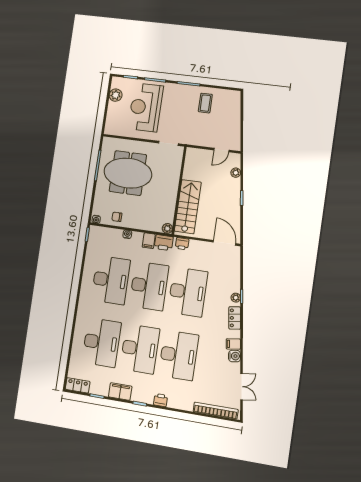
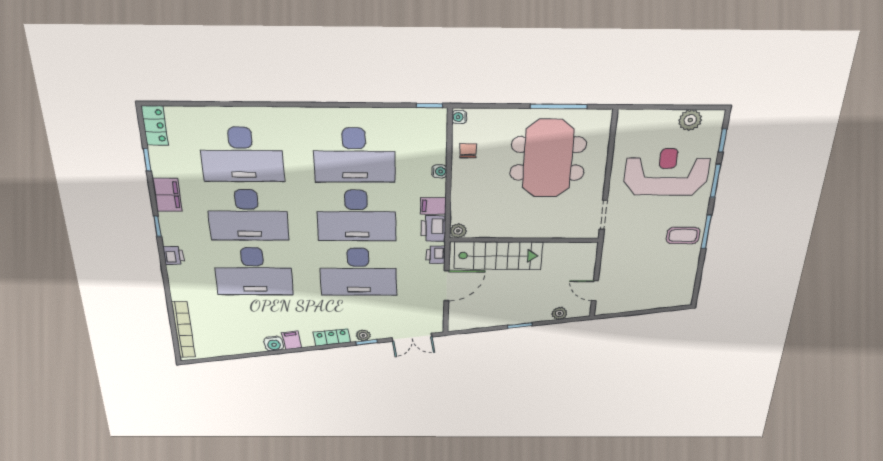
coffee table: (205, 103) -> (683, 236), moved
door: (224, 243) -> (447, 286), moved
double door: (242, 387) -> (412, 337), moved

